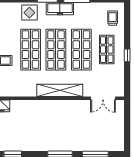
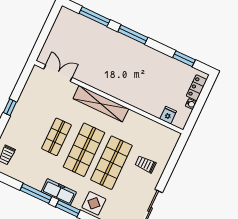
shop shelf: (81, 50) -> (57, 137), width x0.70, depth x0.74
shop shelf: (107, 50) -> (29, 124), removed

